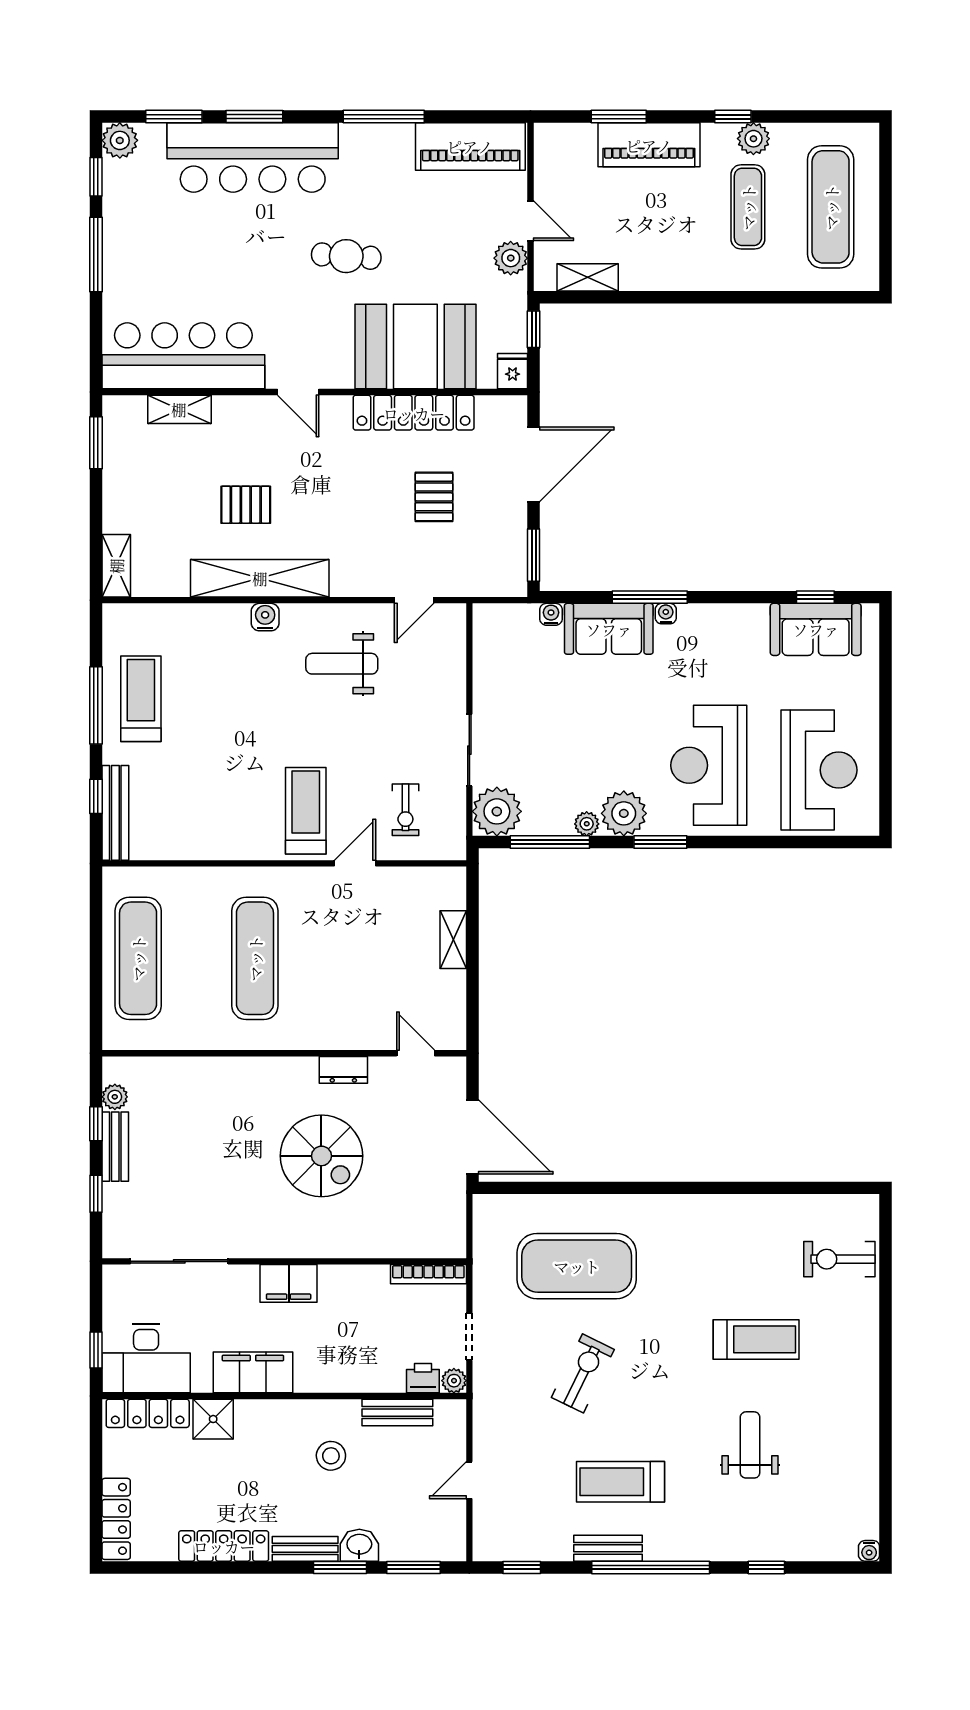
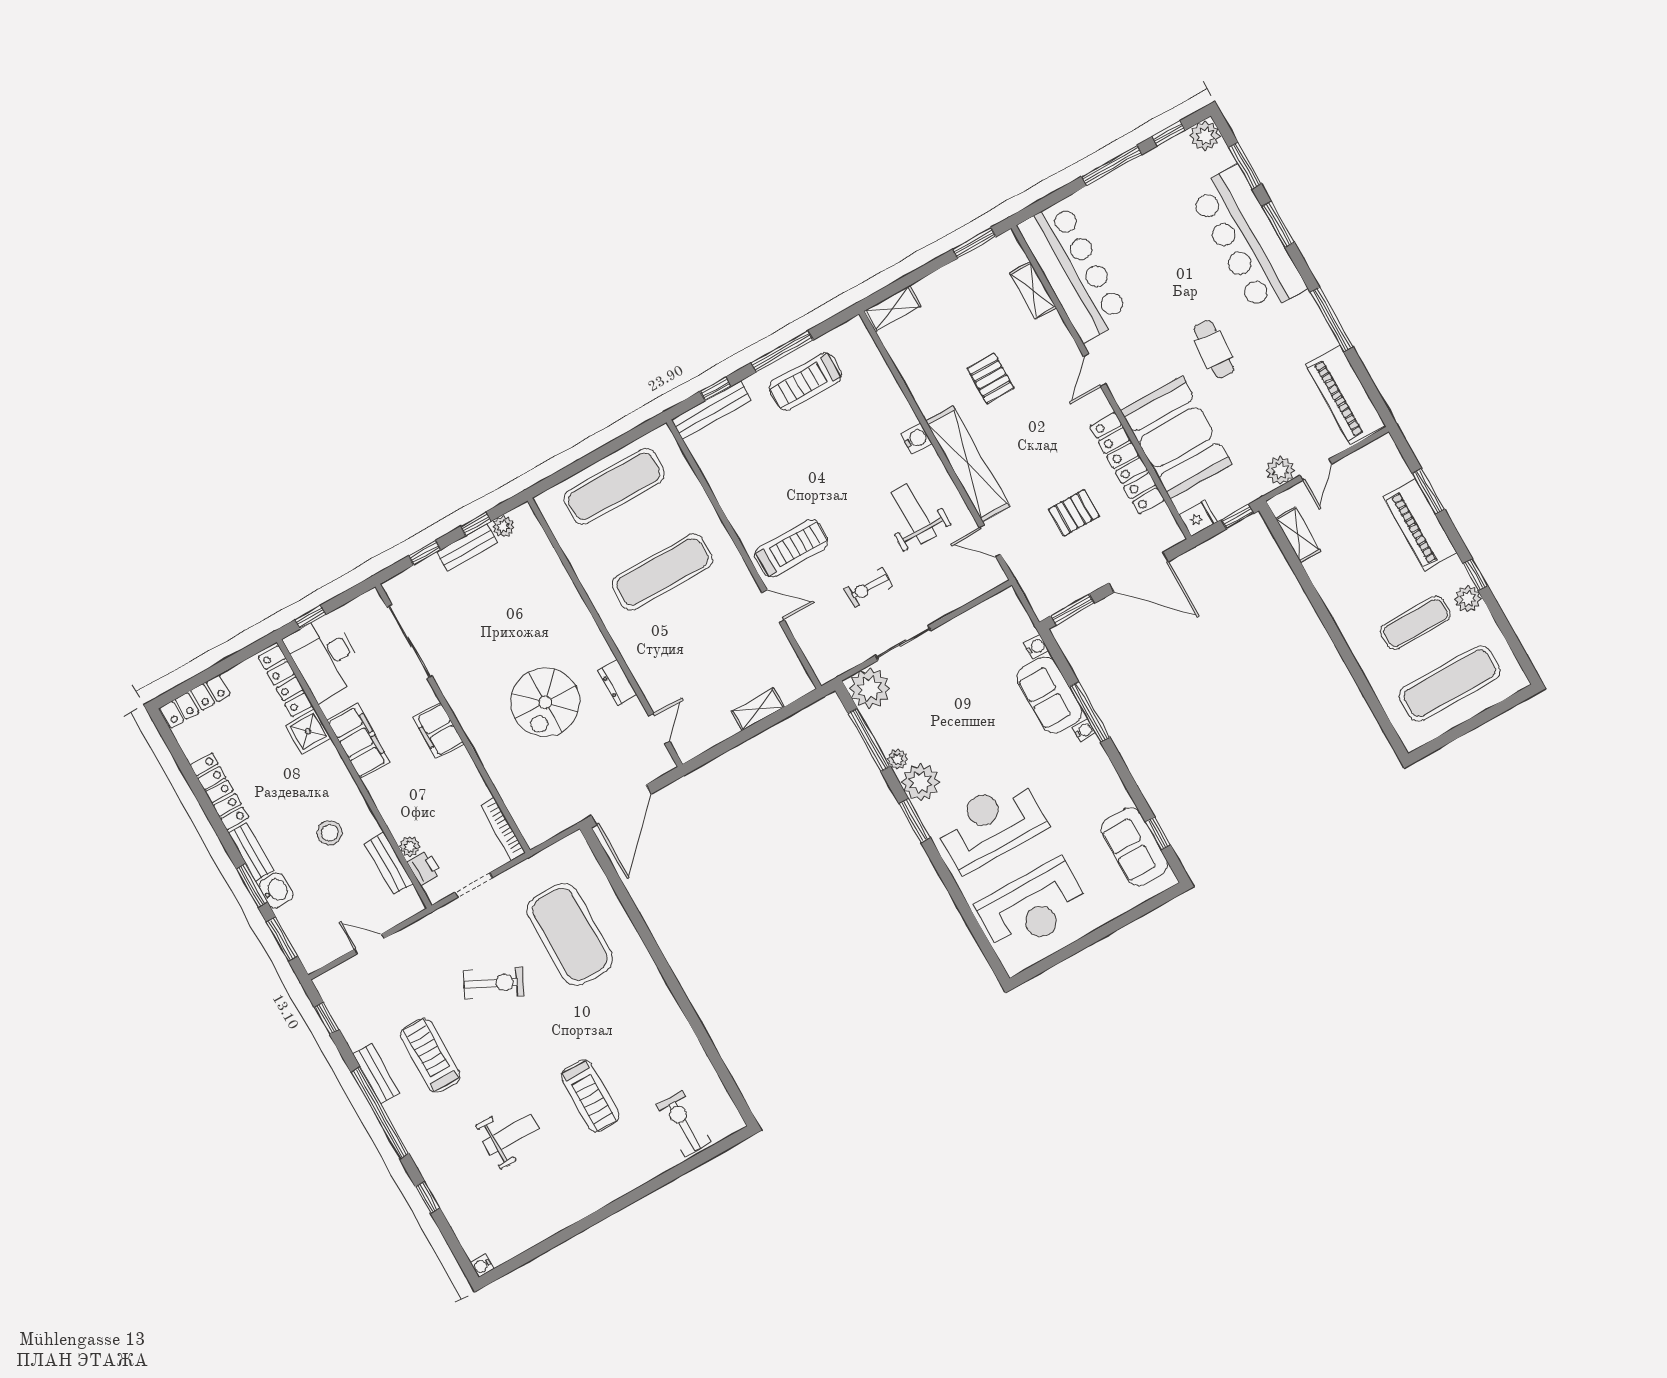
shelving: (260, 578) -> (968, 464), moved
treadmill: (141, 699) -> (805, 381), turned 180
exercise bike: (405, 810) -> (868, 587), moved
plant: (454, 1381) -> (410, 846), moved

